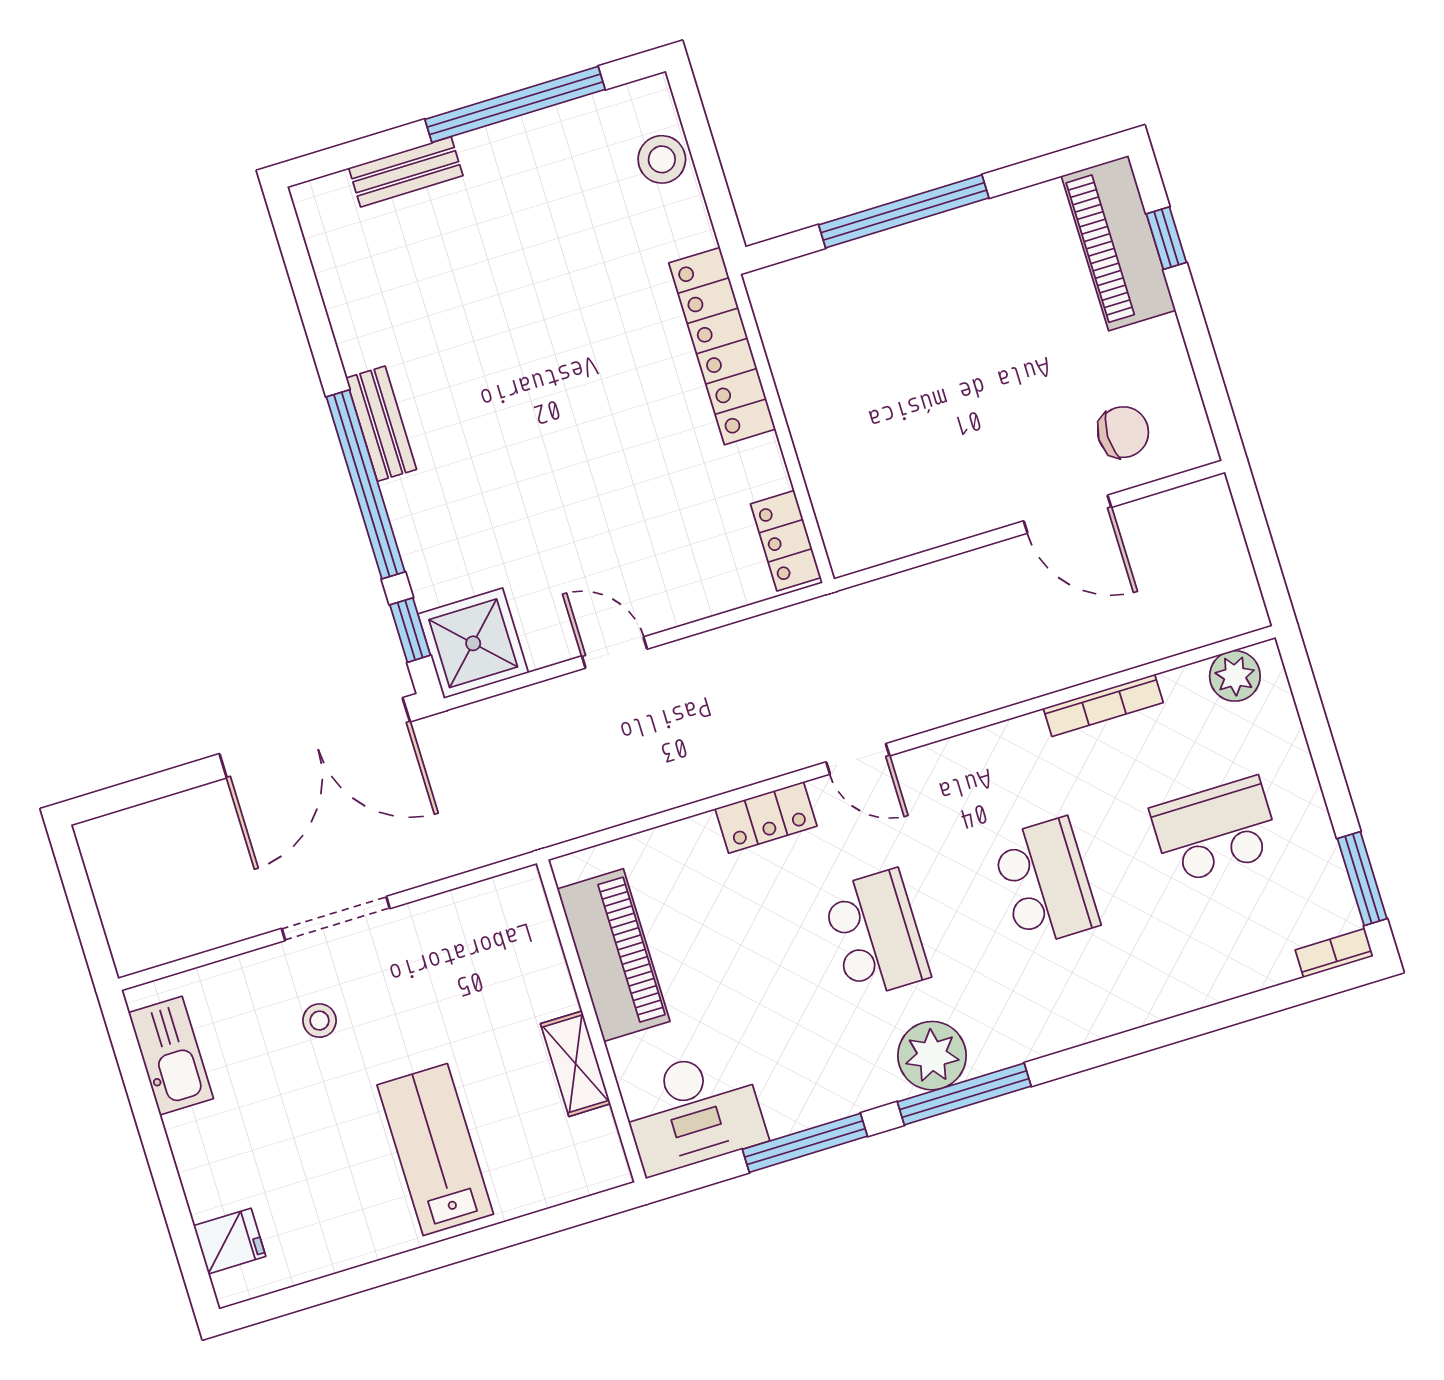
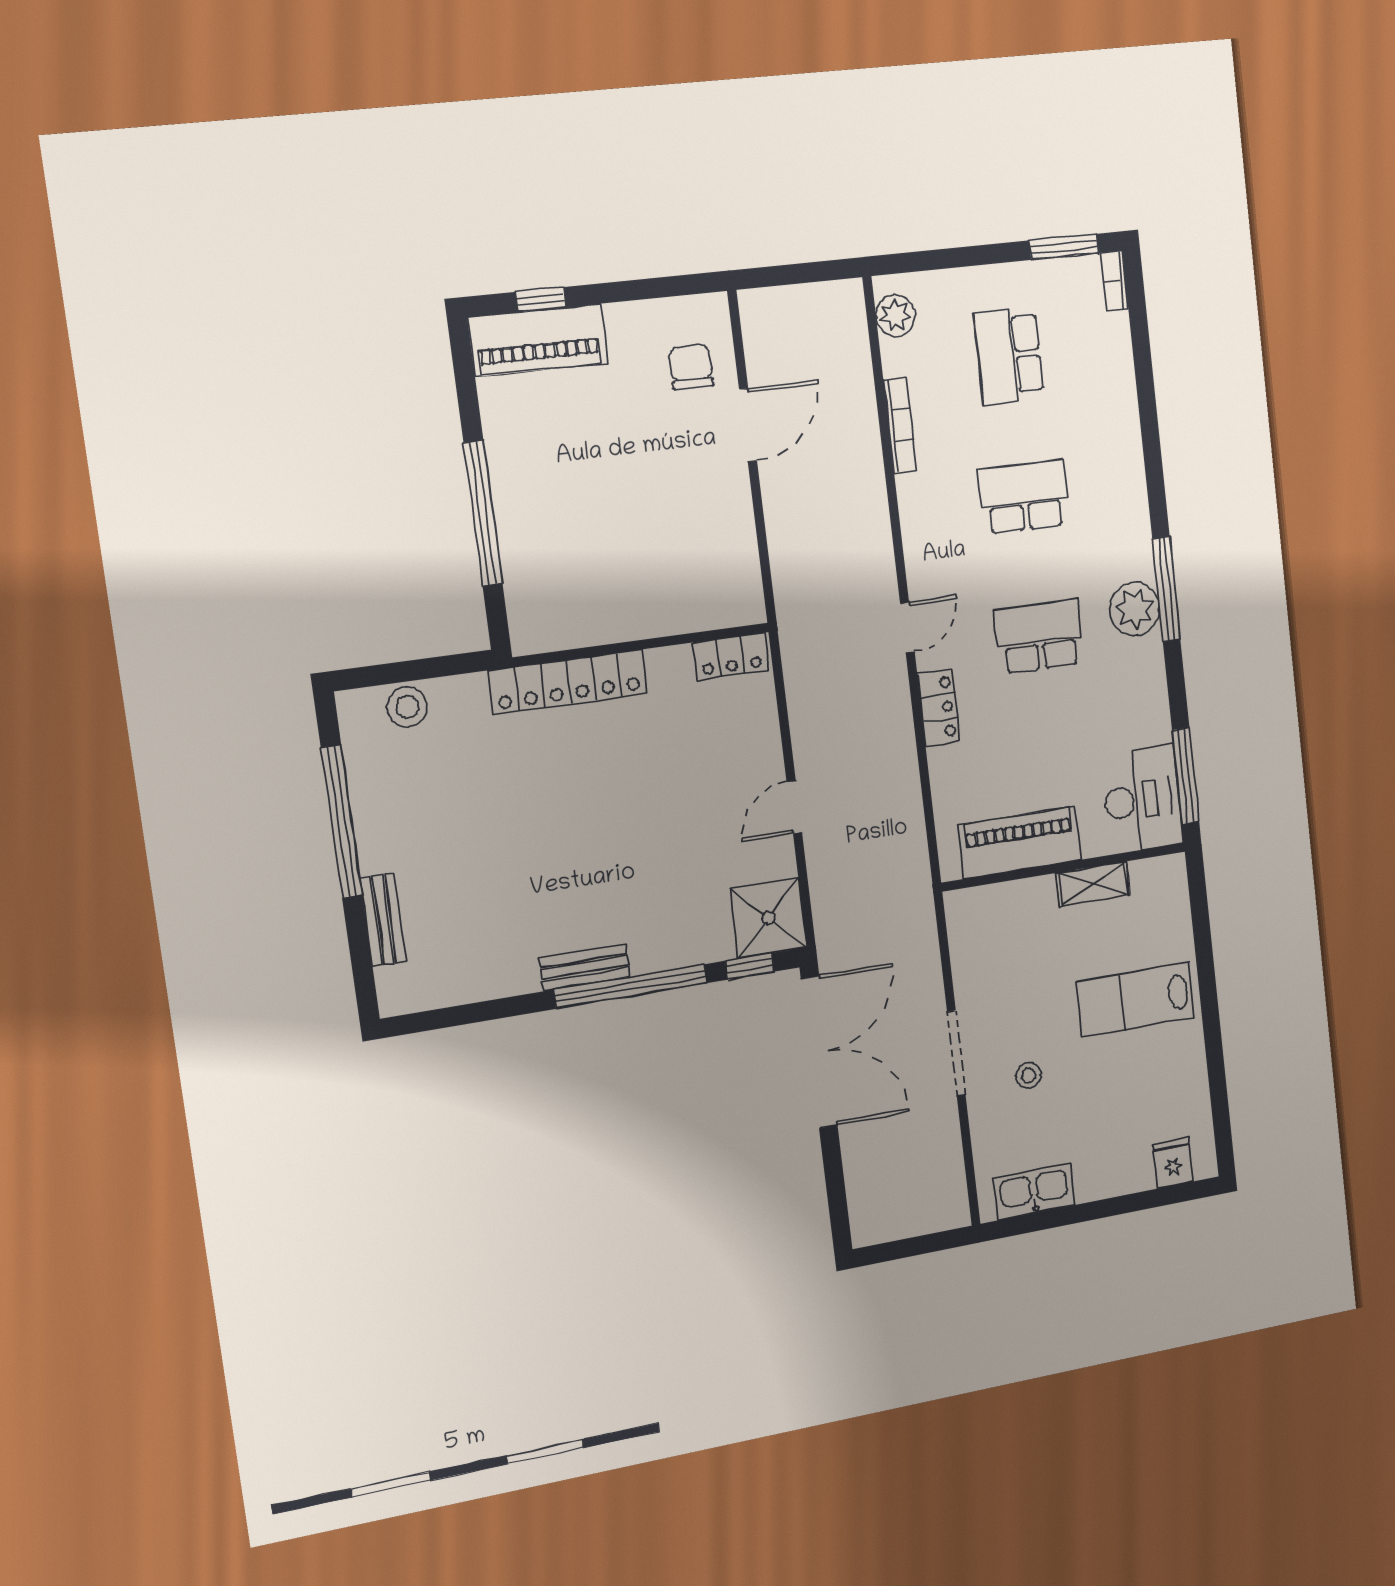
window: (805, 1143) -> (1186, 776), moved

